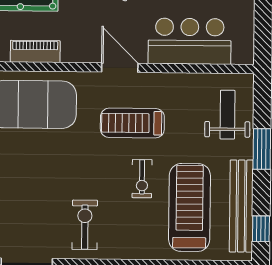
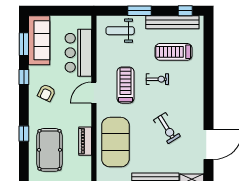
treadmill: (132, 123) -> (126, 85), turned 180
treadmill: (190, 207) -> (173, 52), width x0.73, depth x0.73
exercise bike: (85, 225) -> (167, 128), moved, turned -122

